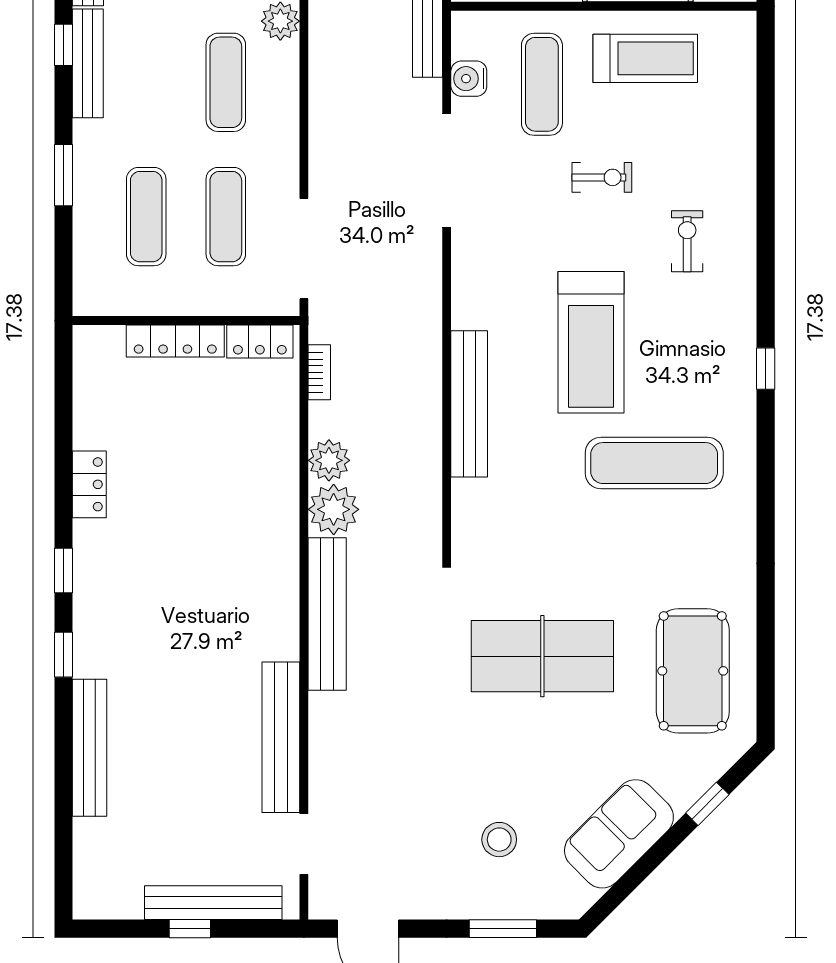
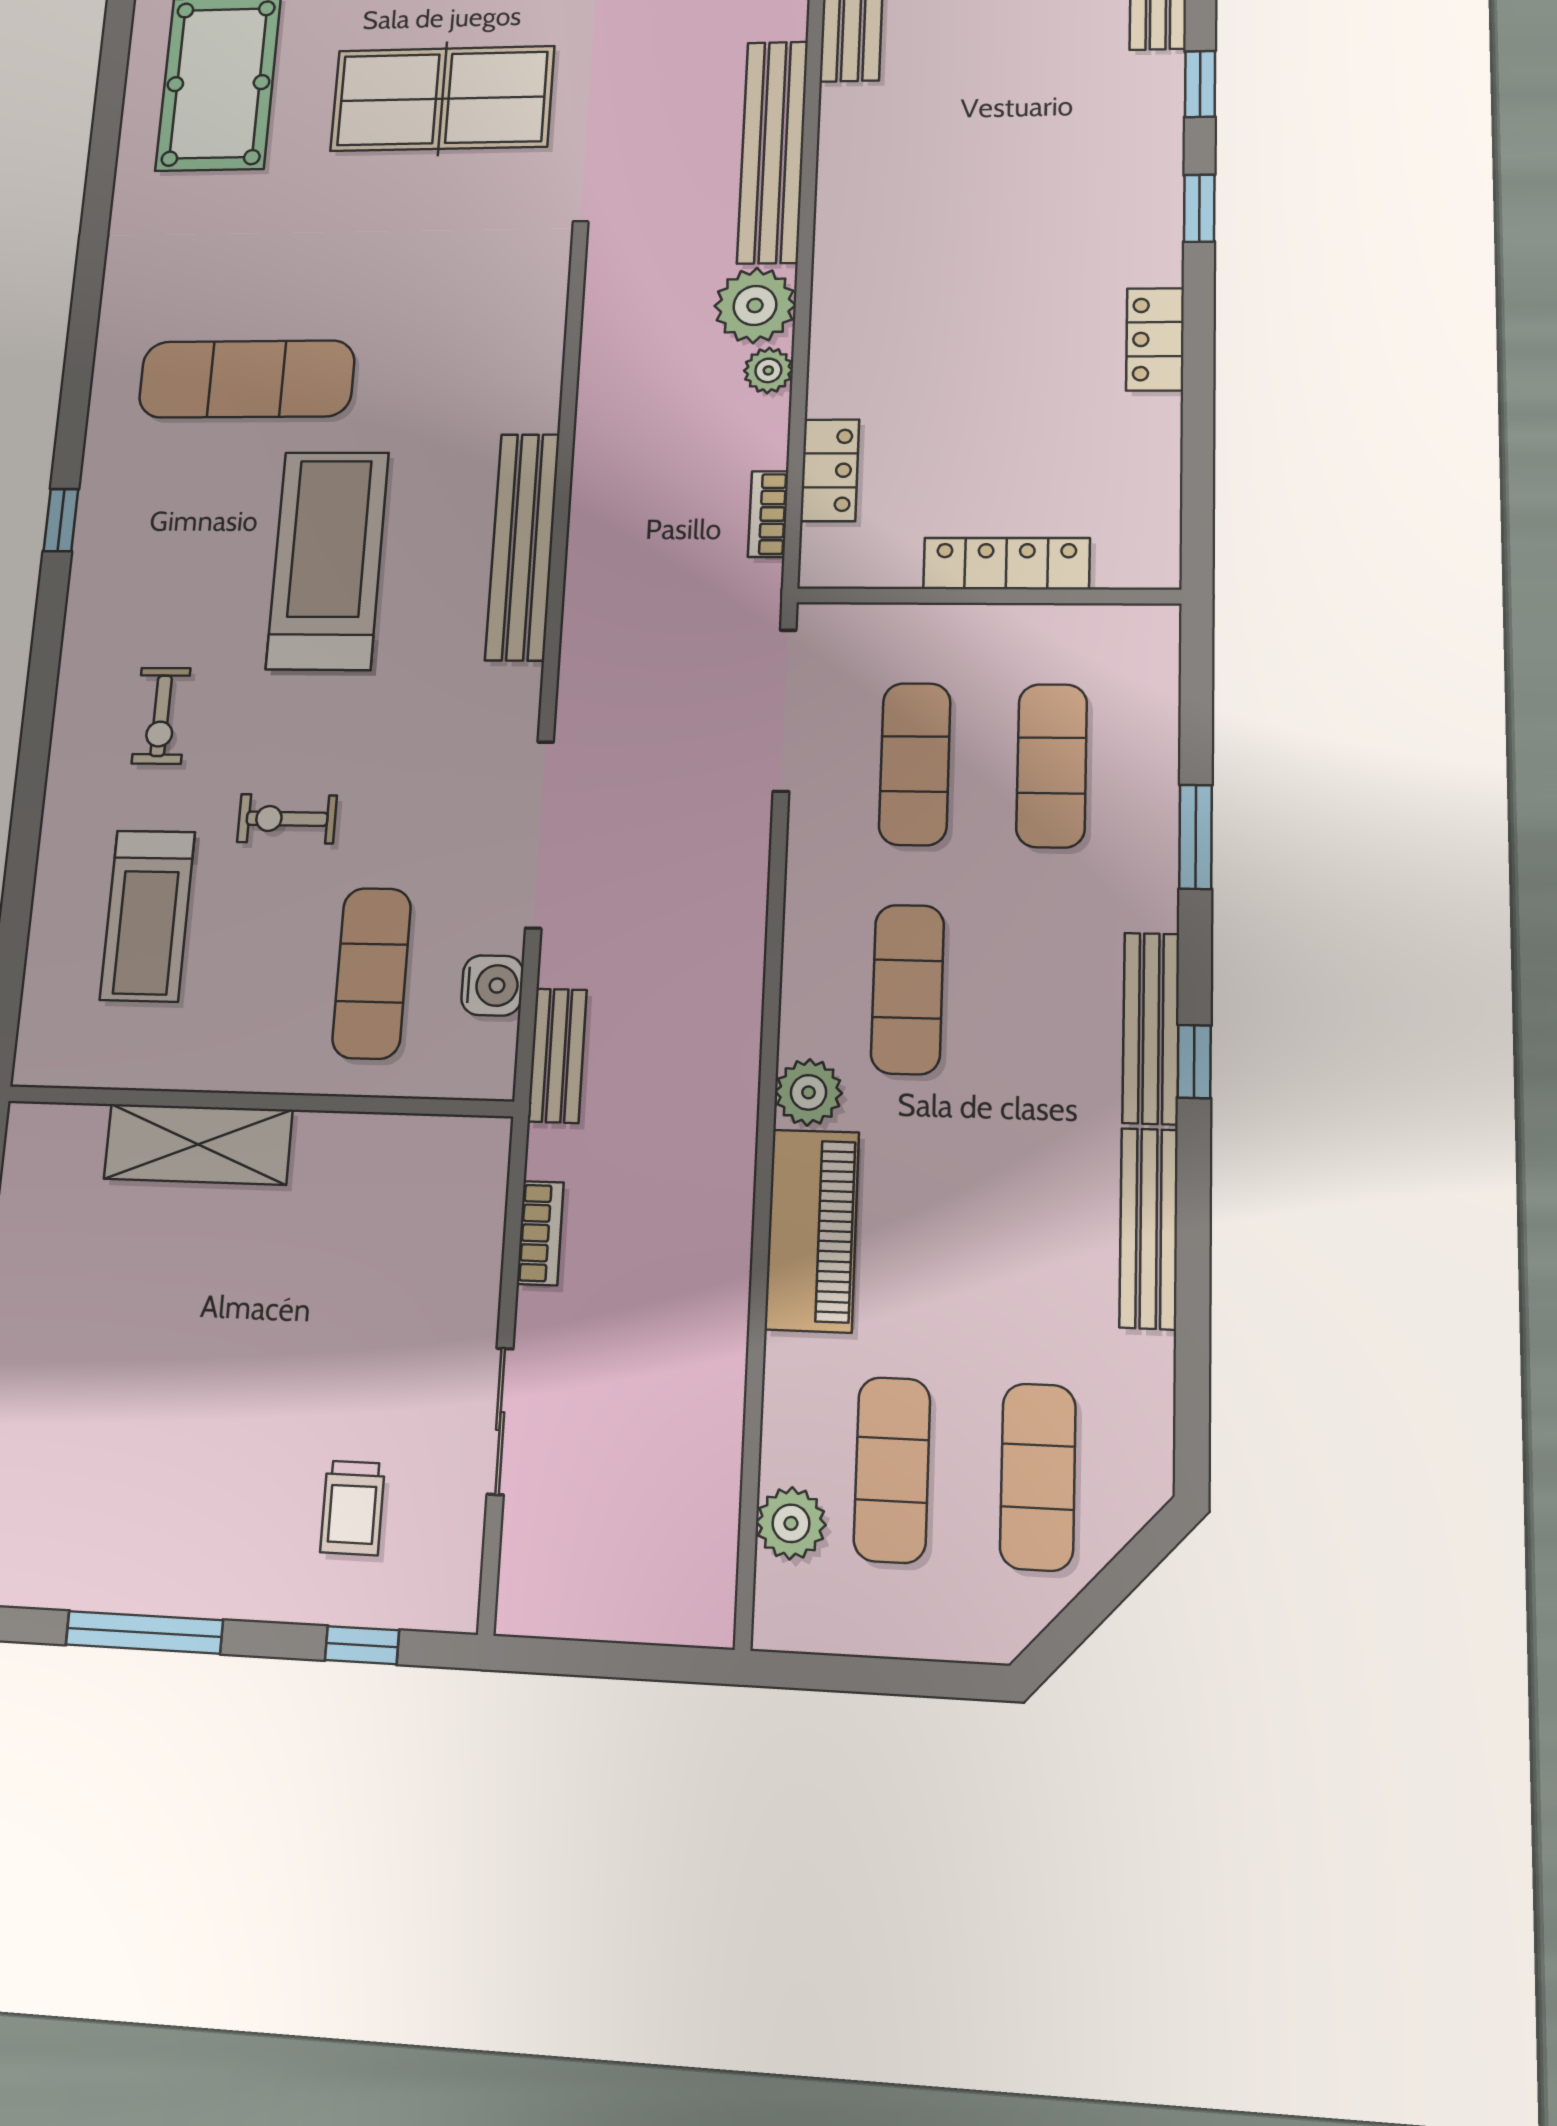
treadmill: (645, 58) -> (147, 916), moved, turned -90
locker: (260, 341) -> (830, 470), moved, turned 90
bench: (469, 404) -> (523, 546), moved
plant: (329, 460) -> (768, 370), width x0.73, depth x0.73

